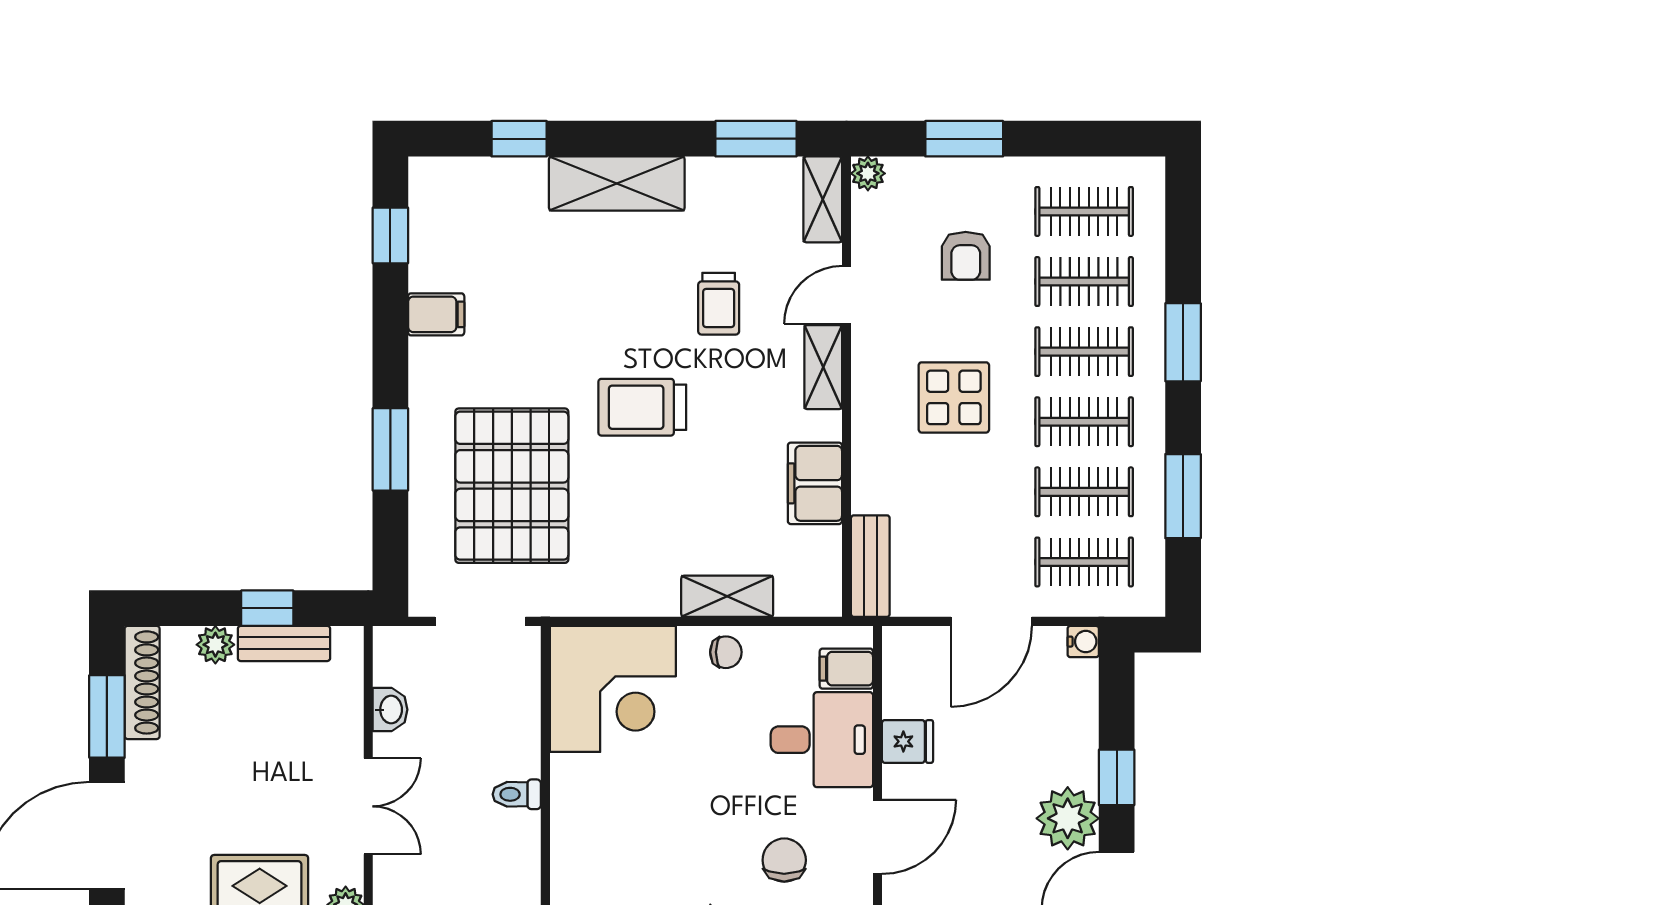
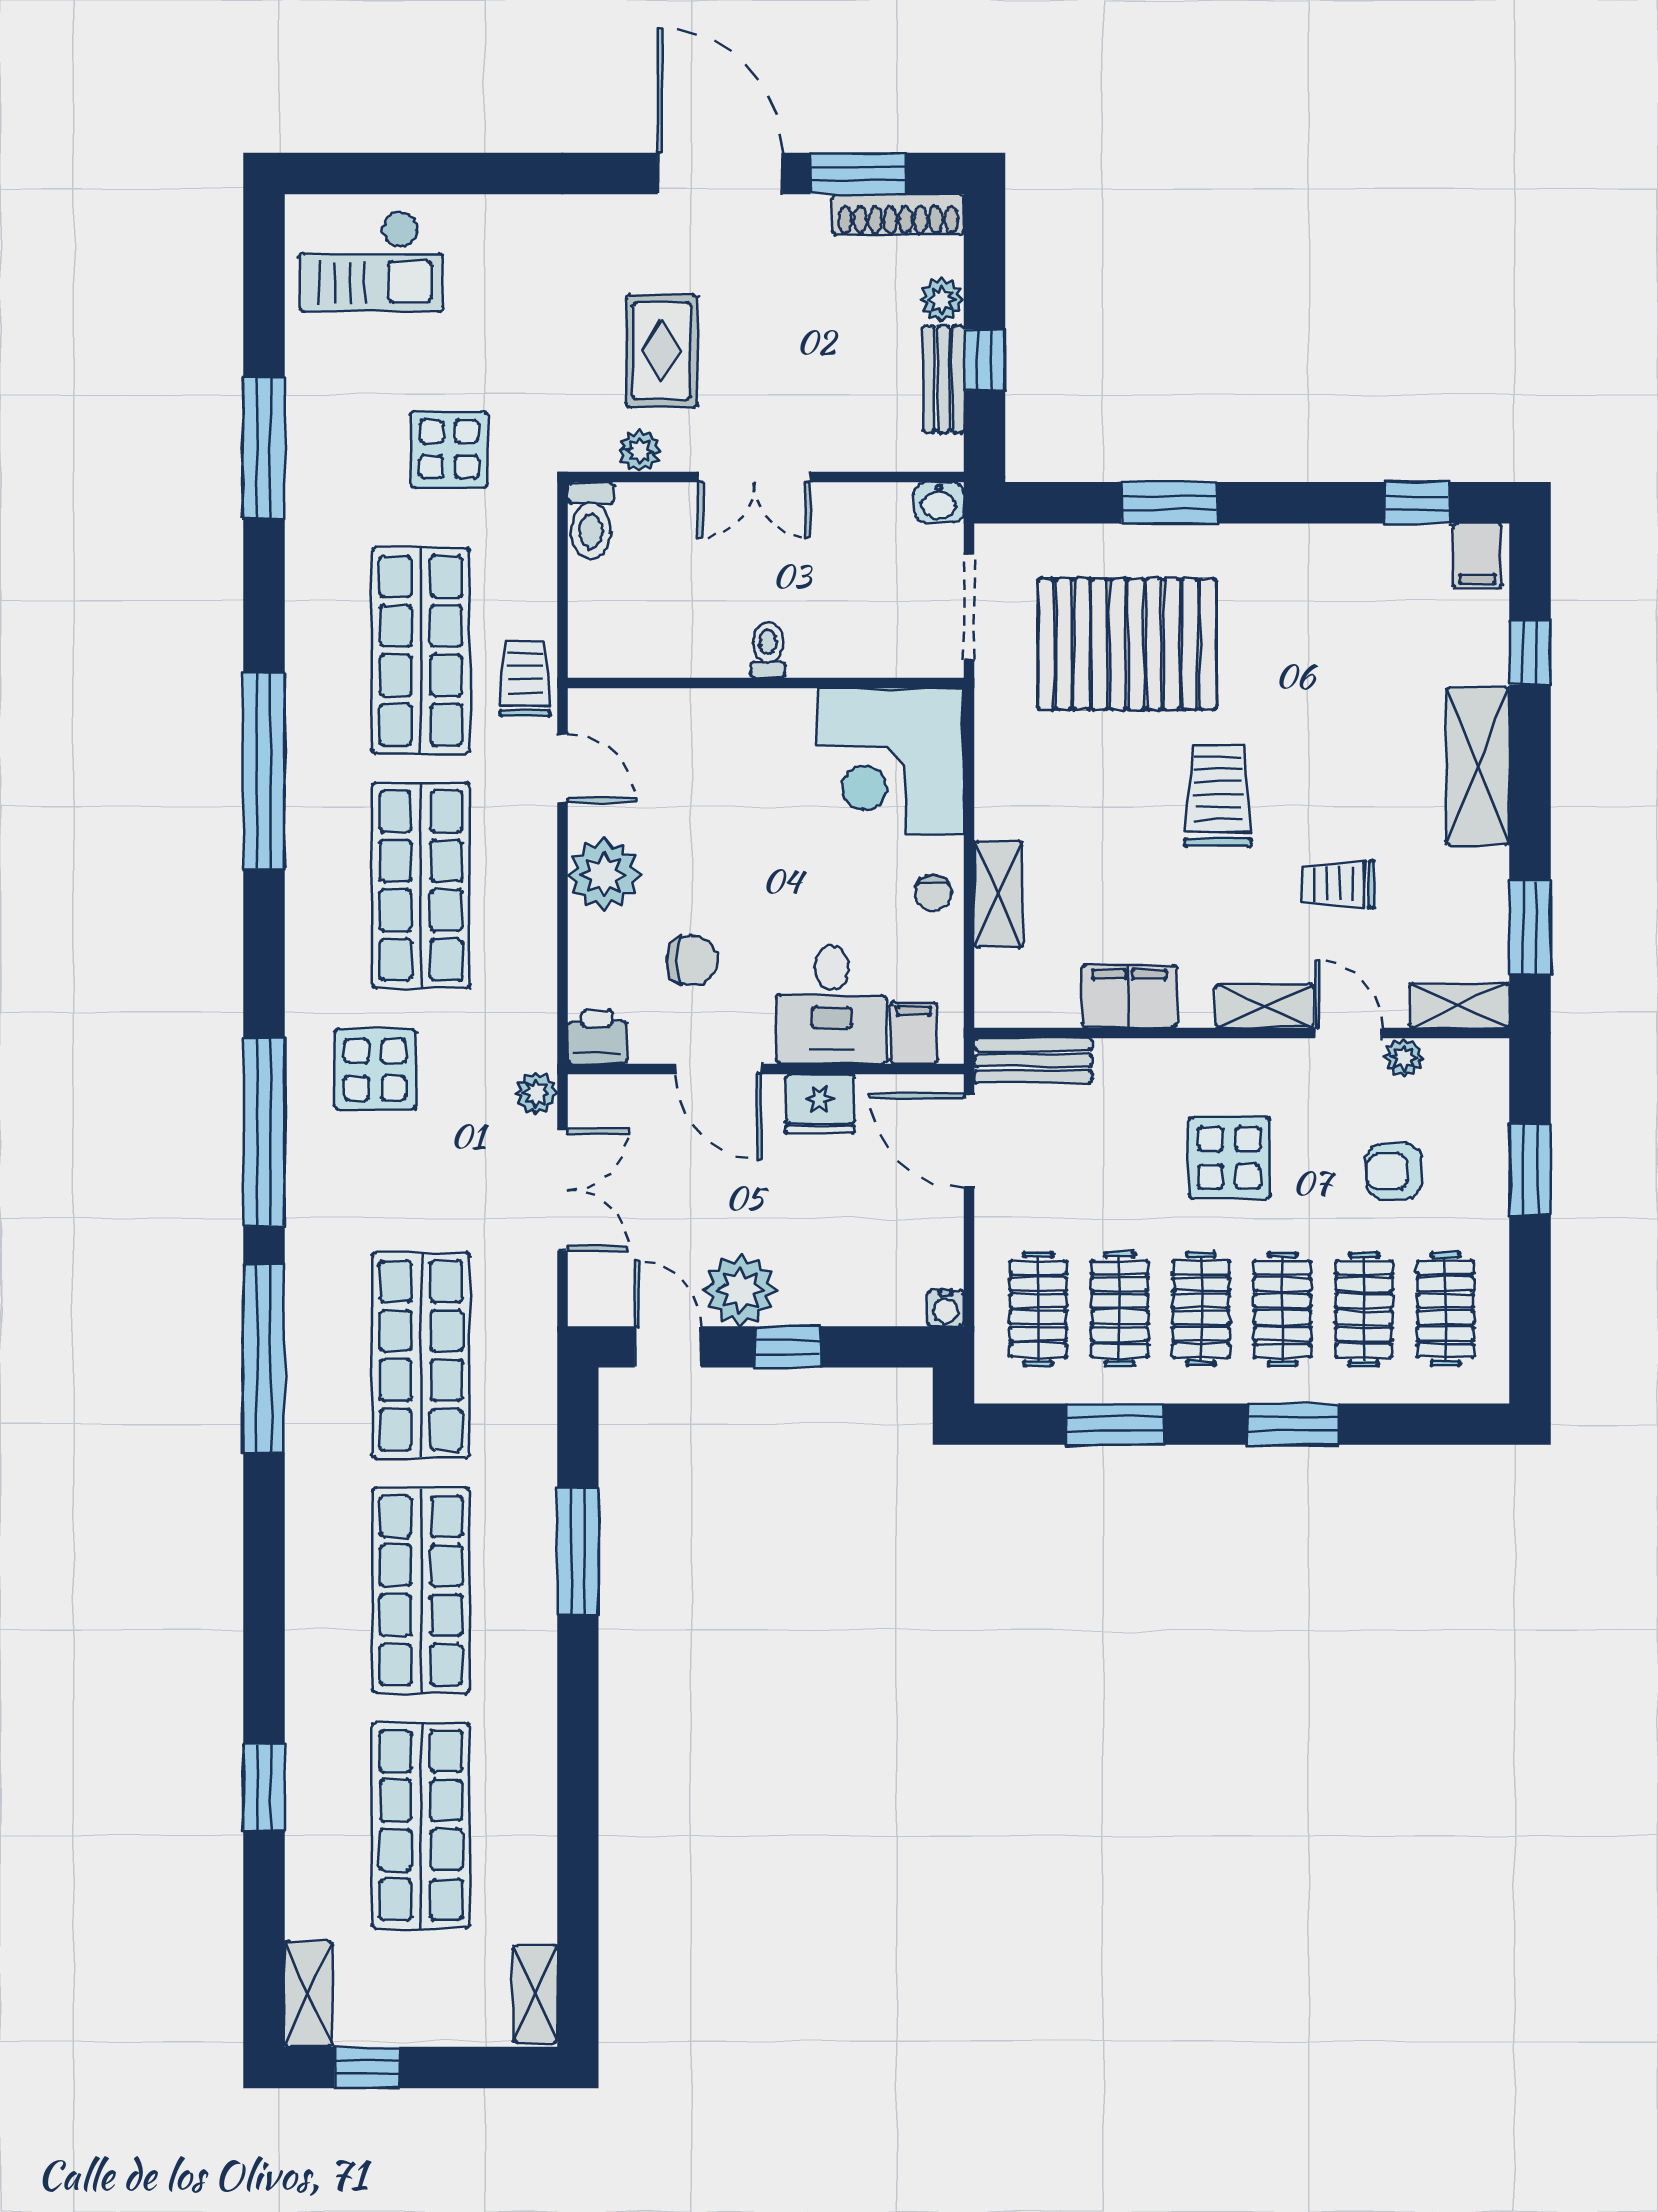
plant: (868, 173) -> (1404, 1058), moved
filing cabinet: (436, 314) -> (1477, 556), moved
door: (991, 621) -> (969, 1141), moved
washbasin: (390, 710) -> (939, 502), moved
fridge: (907, 741) -> (820, 1104), width x1.38

